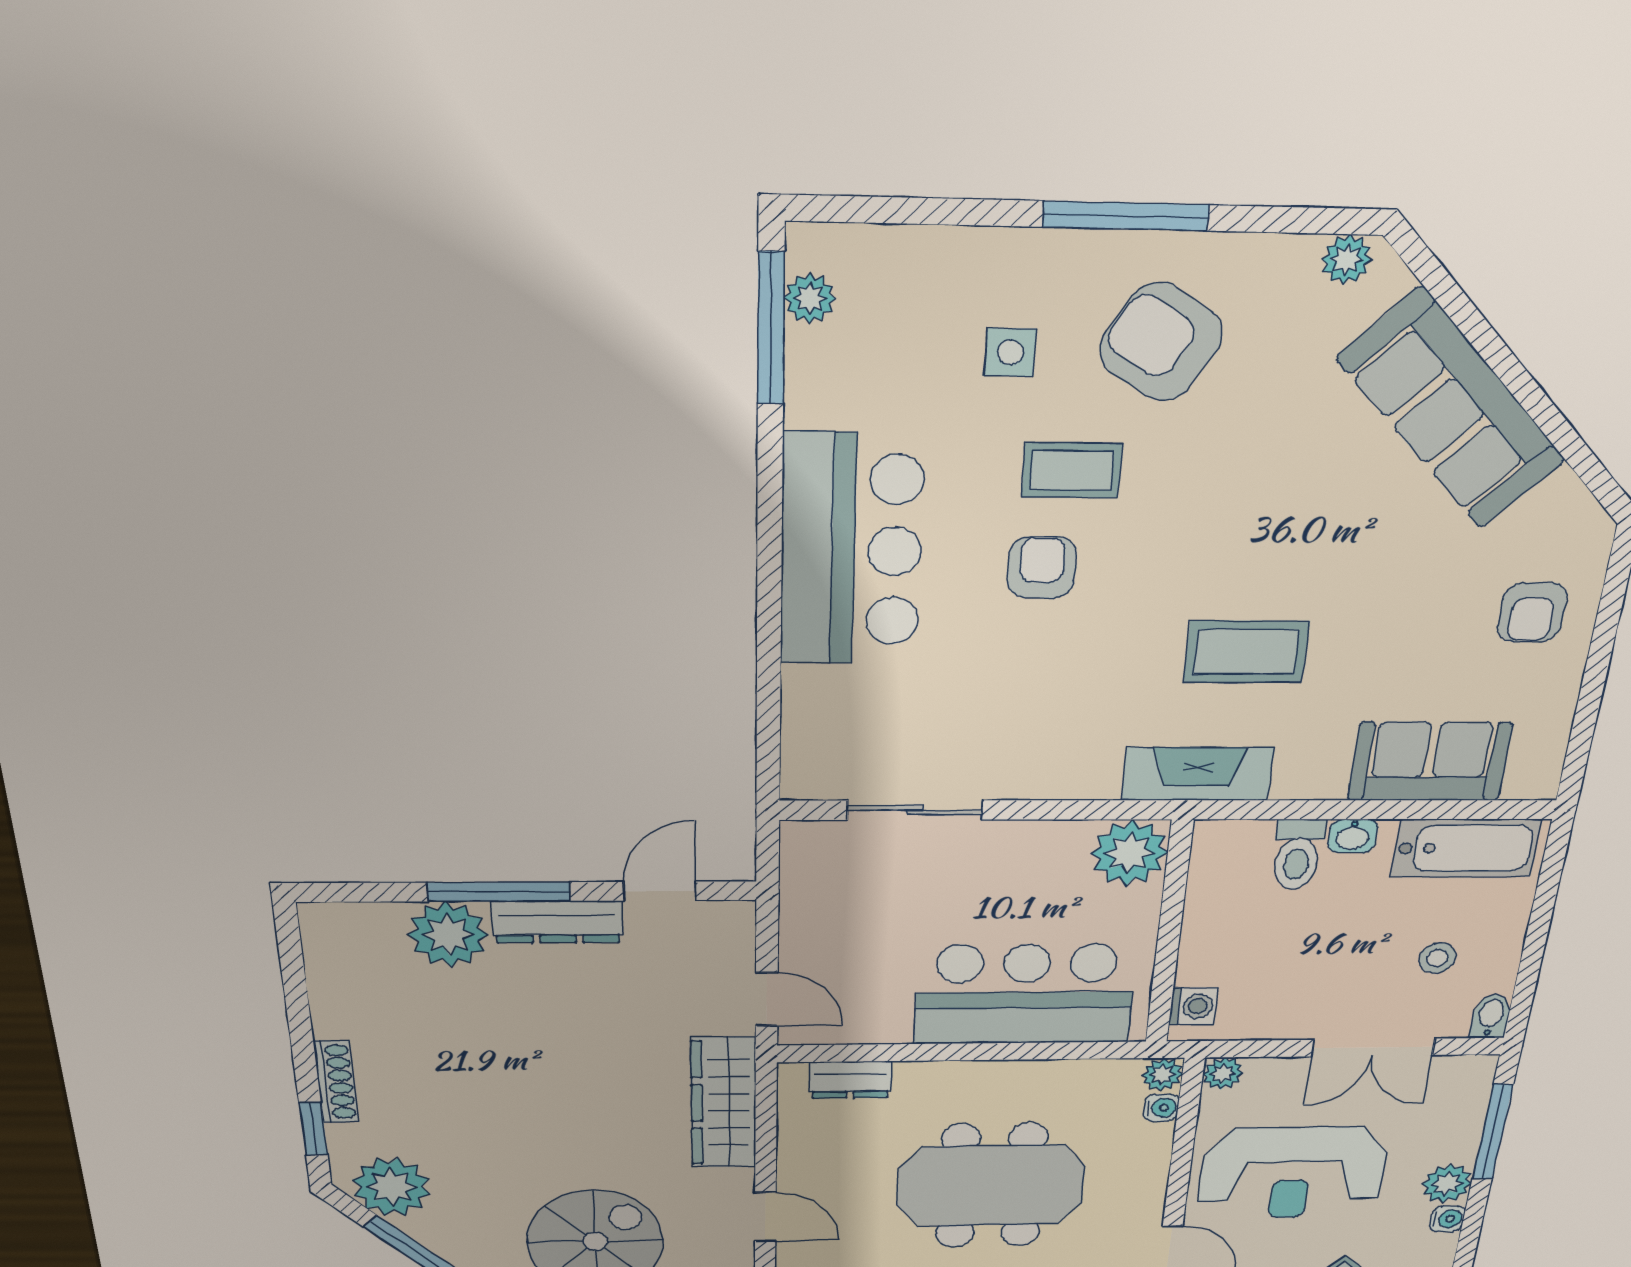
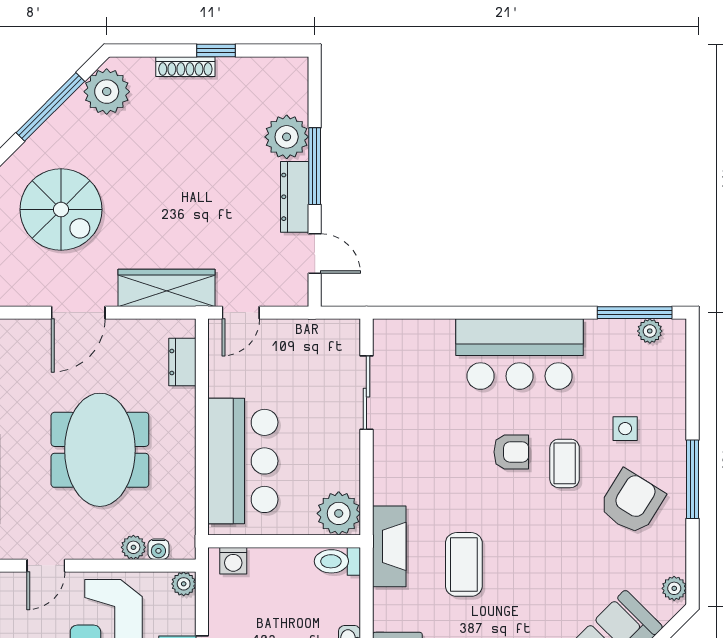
toilet: (1297, 854) -> (337, 561), moved
plant: (1162, 1075) -> (133, 547), moved
window: (313, 1129) -> (216, 51), moved
door: (765, 1217) -> (78, 313), width x1.37

